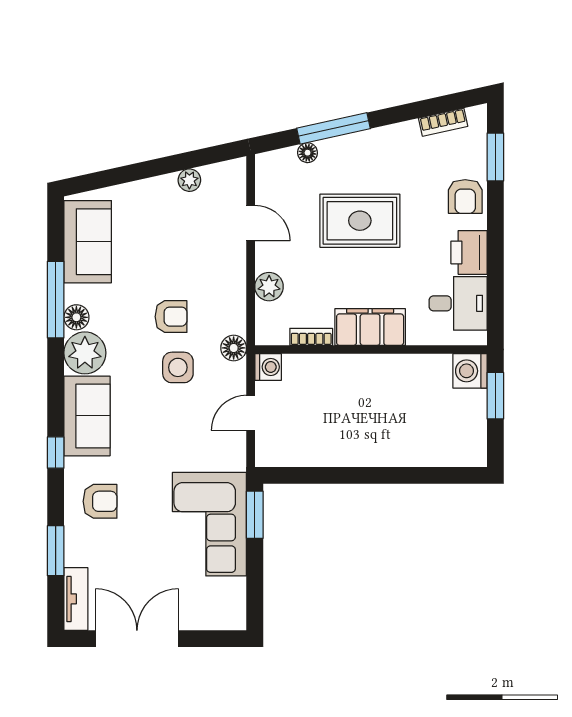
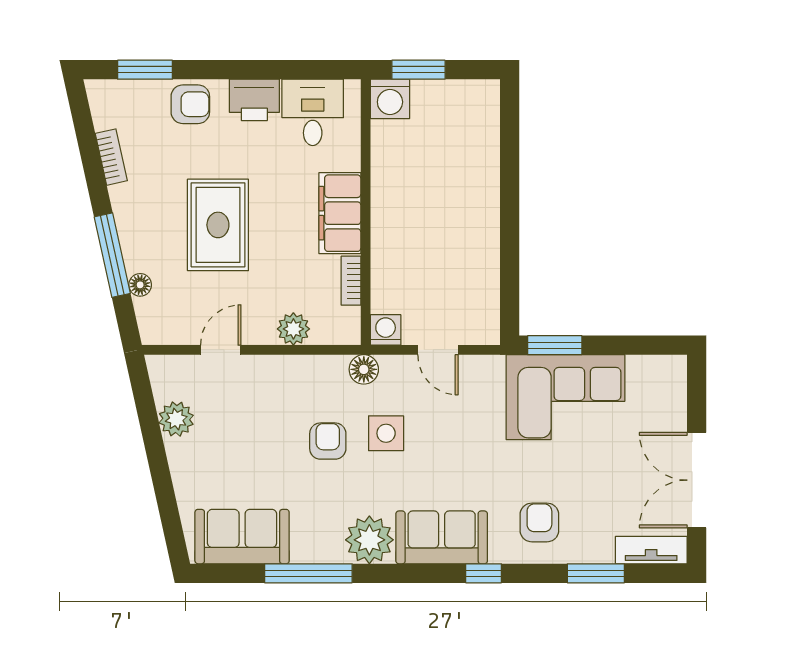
bookcase: (443, 122) -> (111, 157), moved
plant: (189, 180) -> (176, 419), width x1.38, depth x1.38
floor lamp: (76, 317) -> (329, 549), removed

